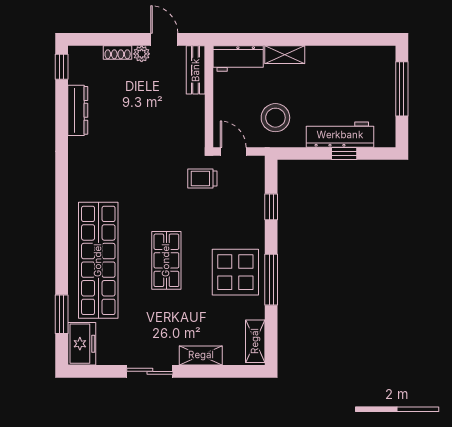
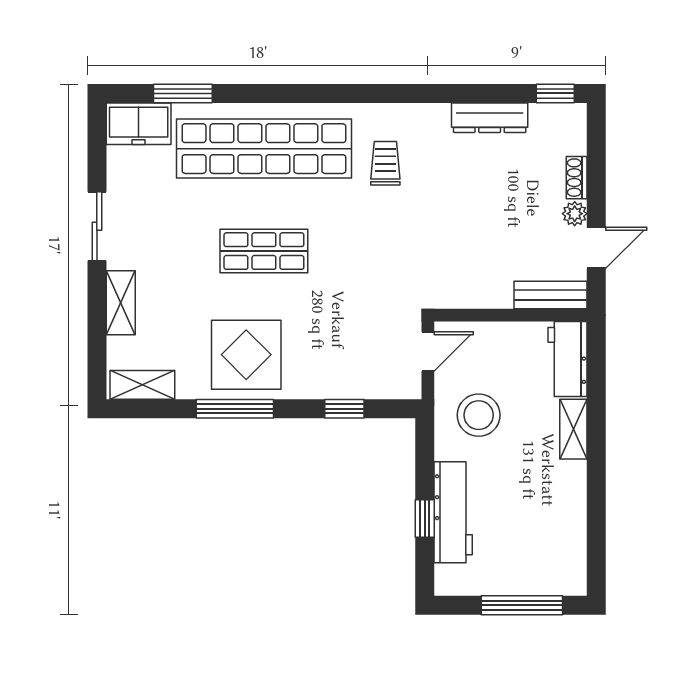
trolley: (202, 178) -> (385, 163), moved

